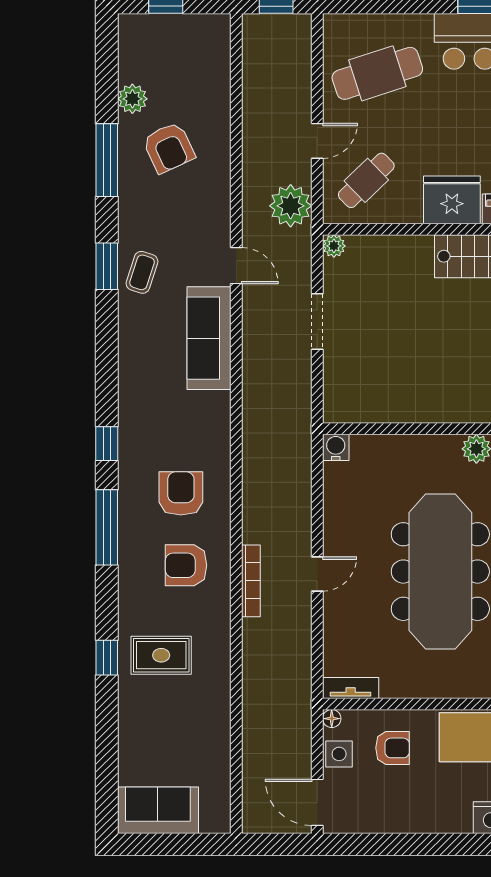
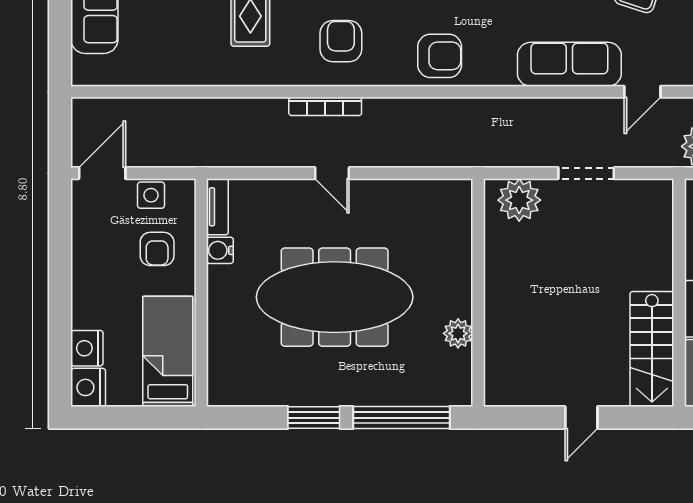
plant: (334, 246) -> (519, 200), moved, width x1.88, depth x1.88
water cooler: (336, 447) -> (220, 250), moved, turned 180
armchair: (181, 493) -> (440, 56), moved
floor lamp: (332, 719) -> (187, 188), removed

